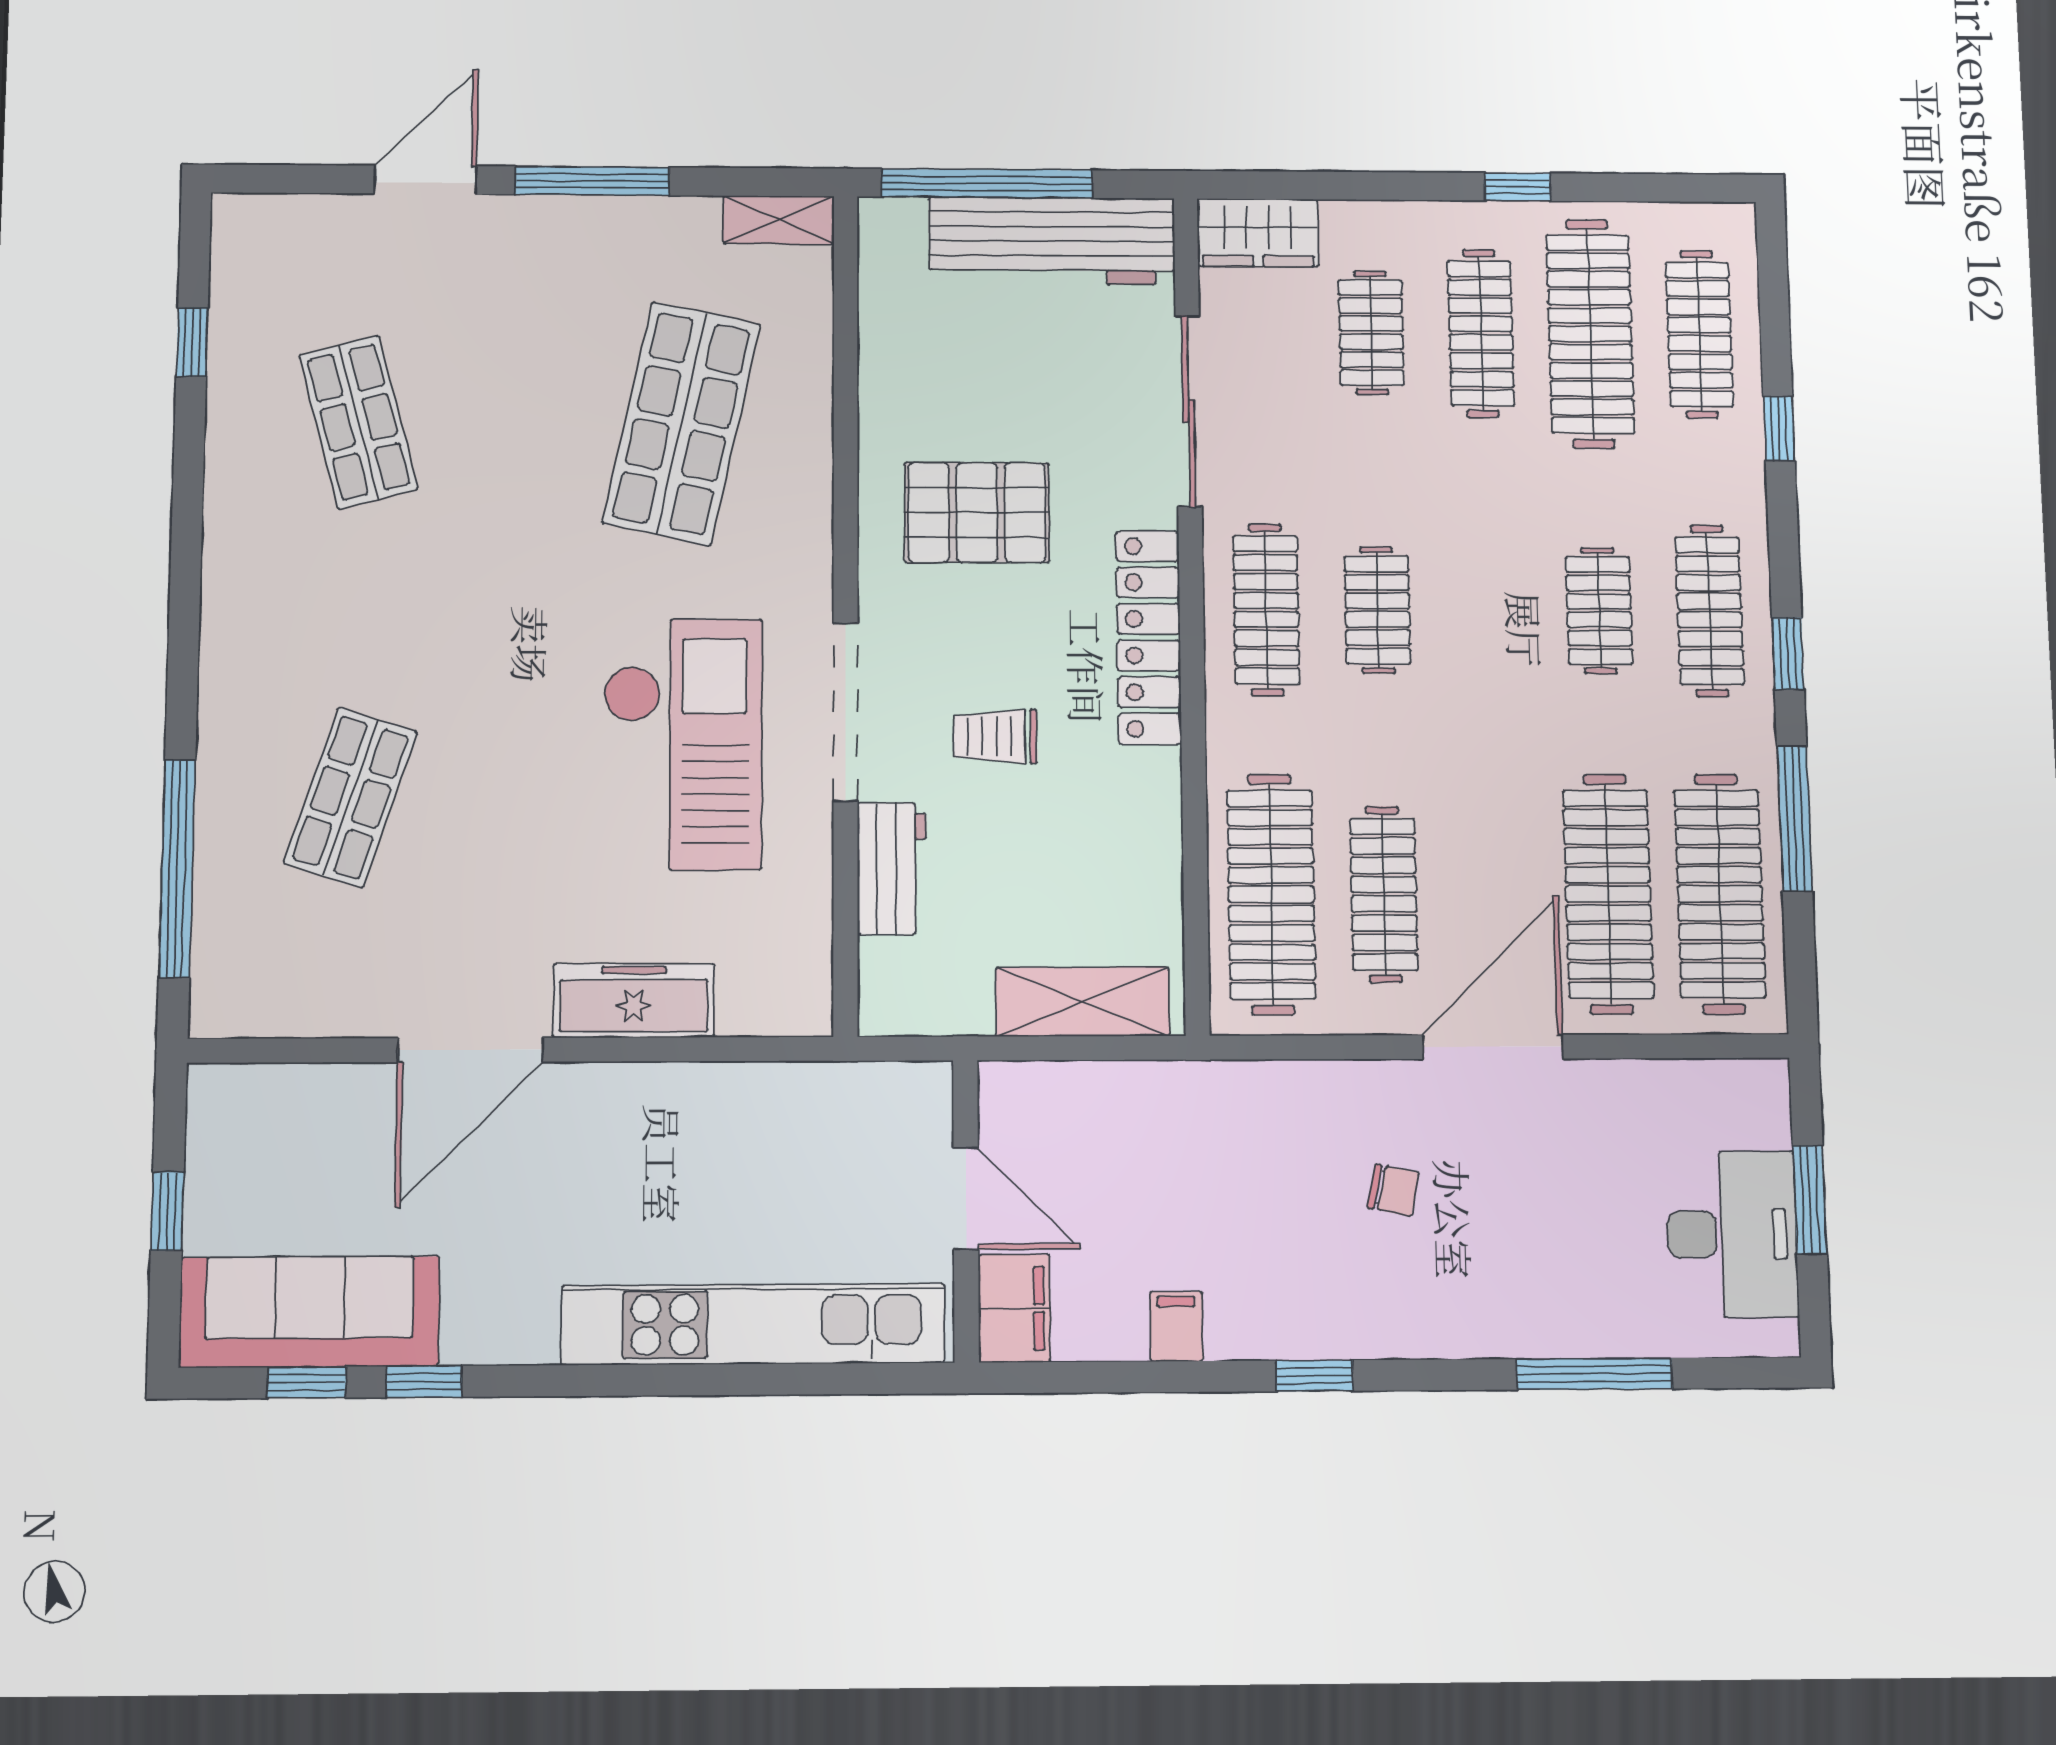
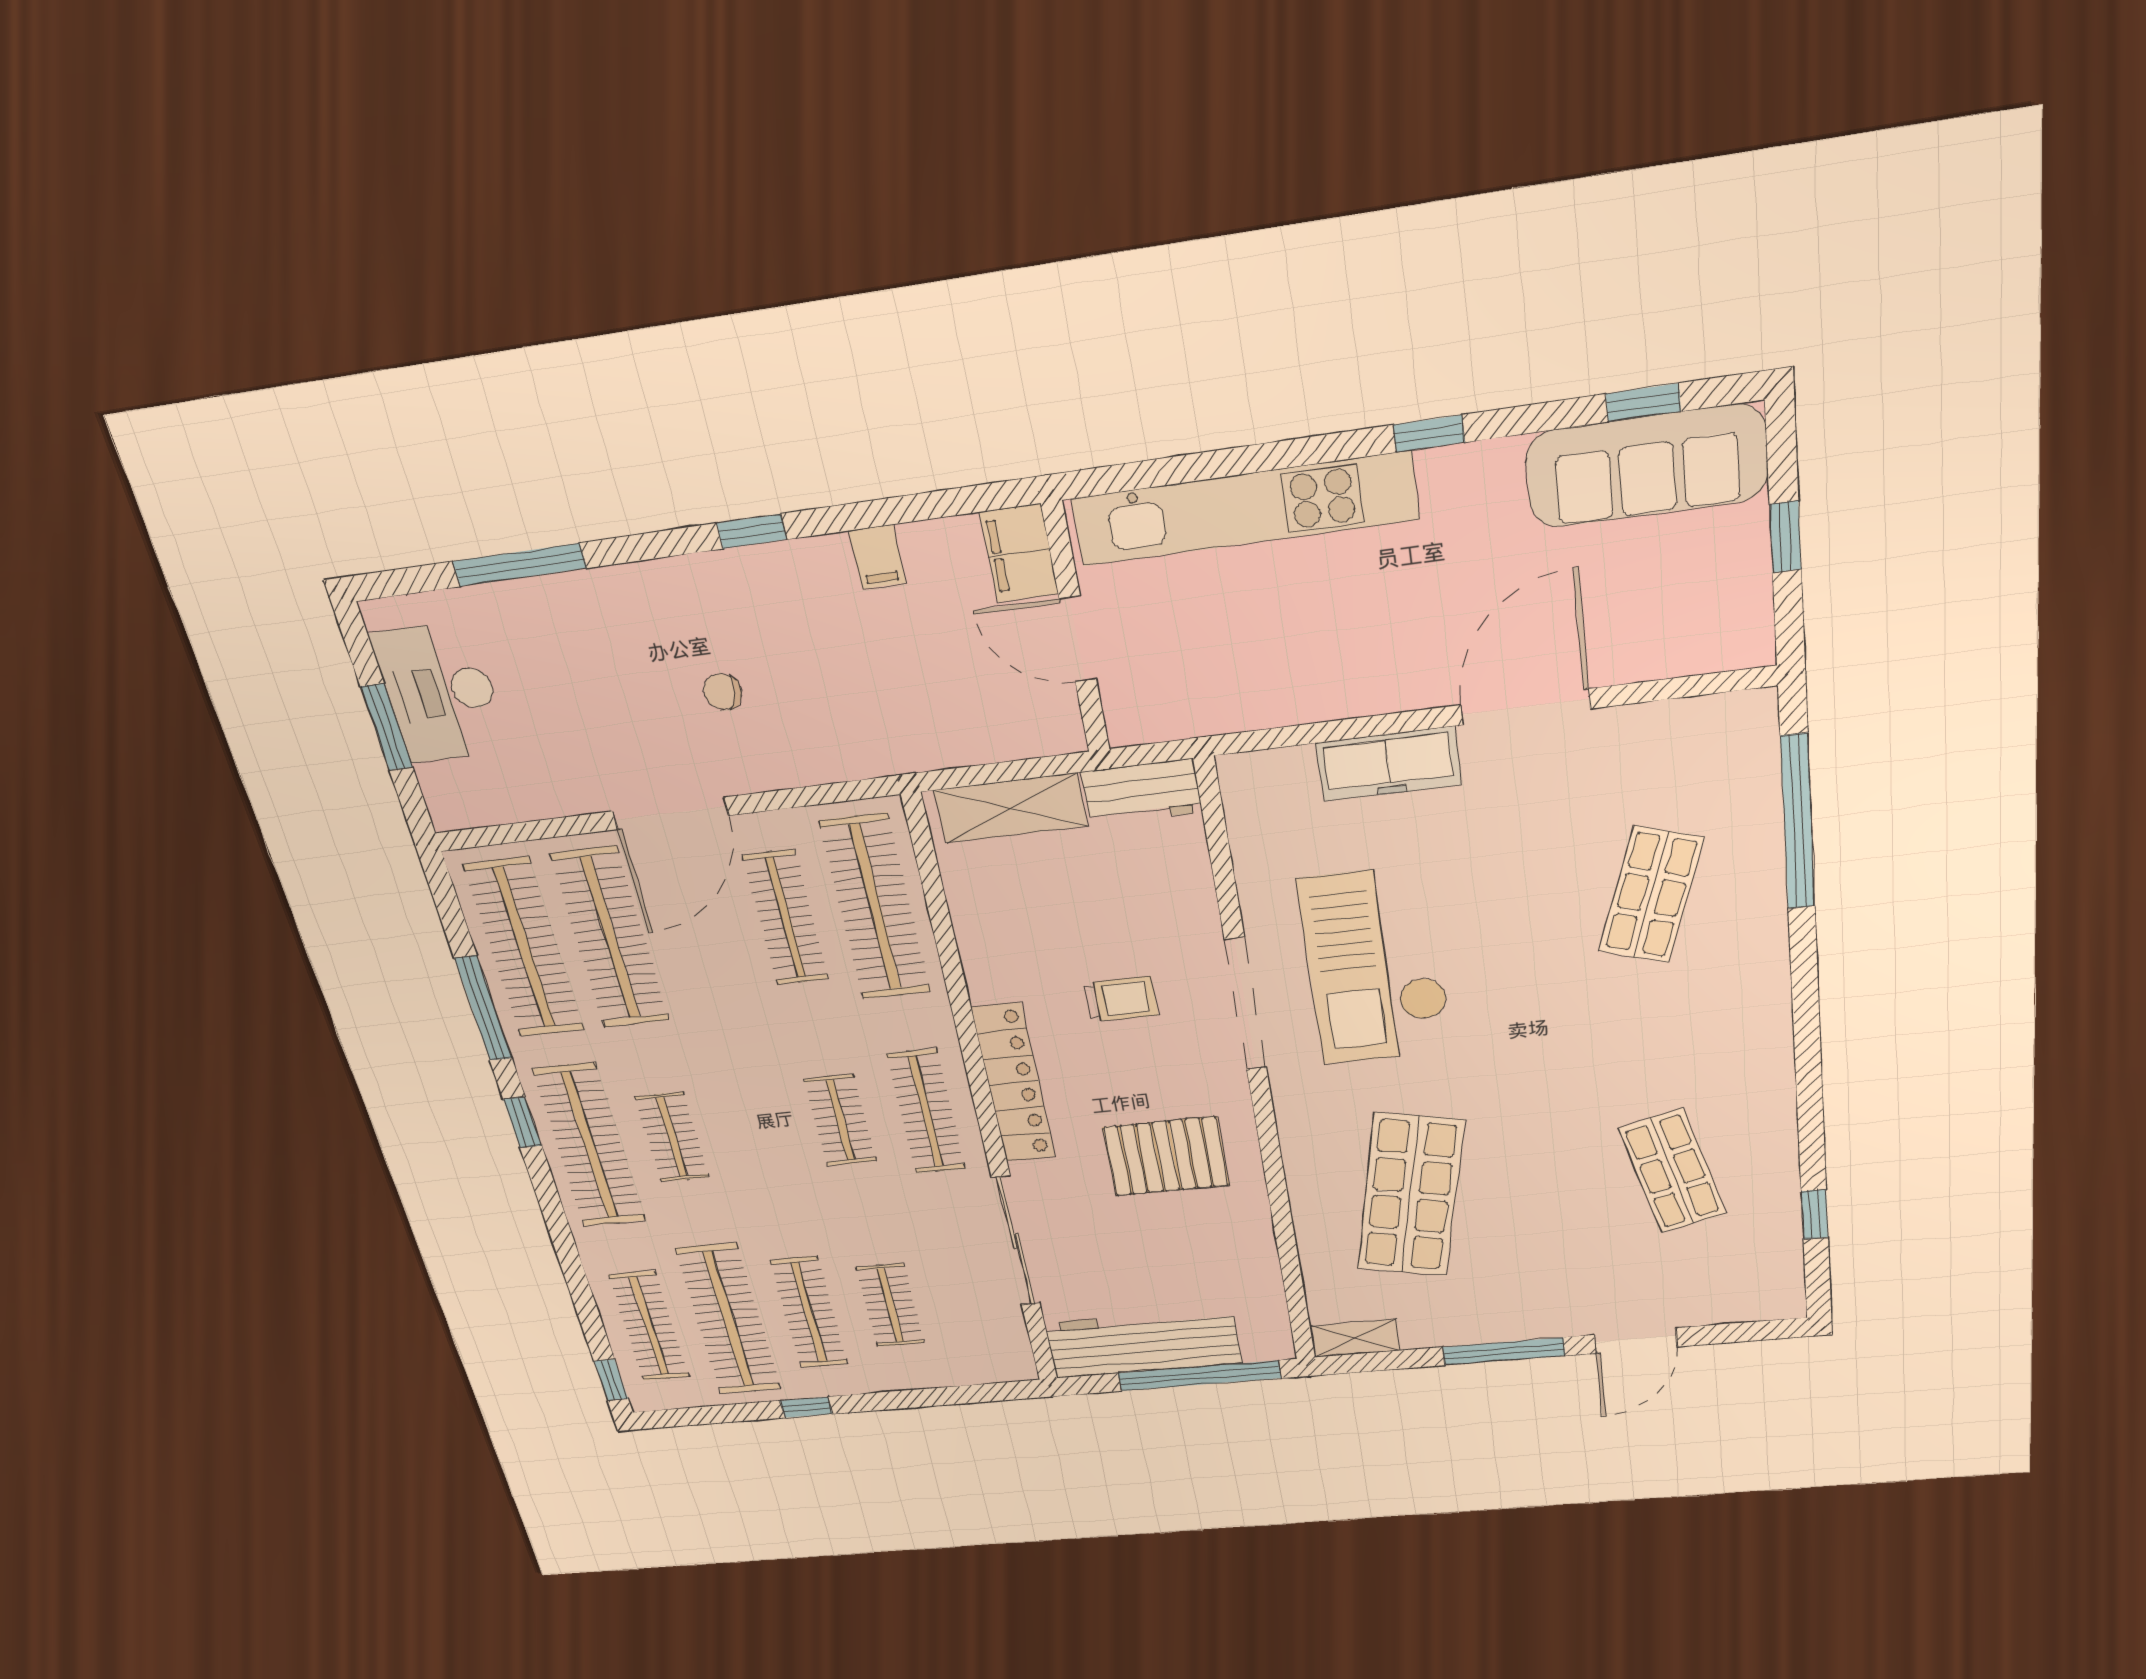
wardrobe: (1258, 233) -> (990, 1362), removed
window: (1779, 429) -> (611, 1380), moved
clothes rail: (1709, 611) -> (589, 1146), width x1.37, depth x1.31
workbench: (892, 869) -> (1142, 792), moved, turned -90
window: (424, 1382) -> (1429, 434), moved

